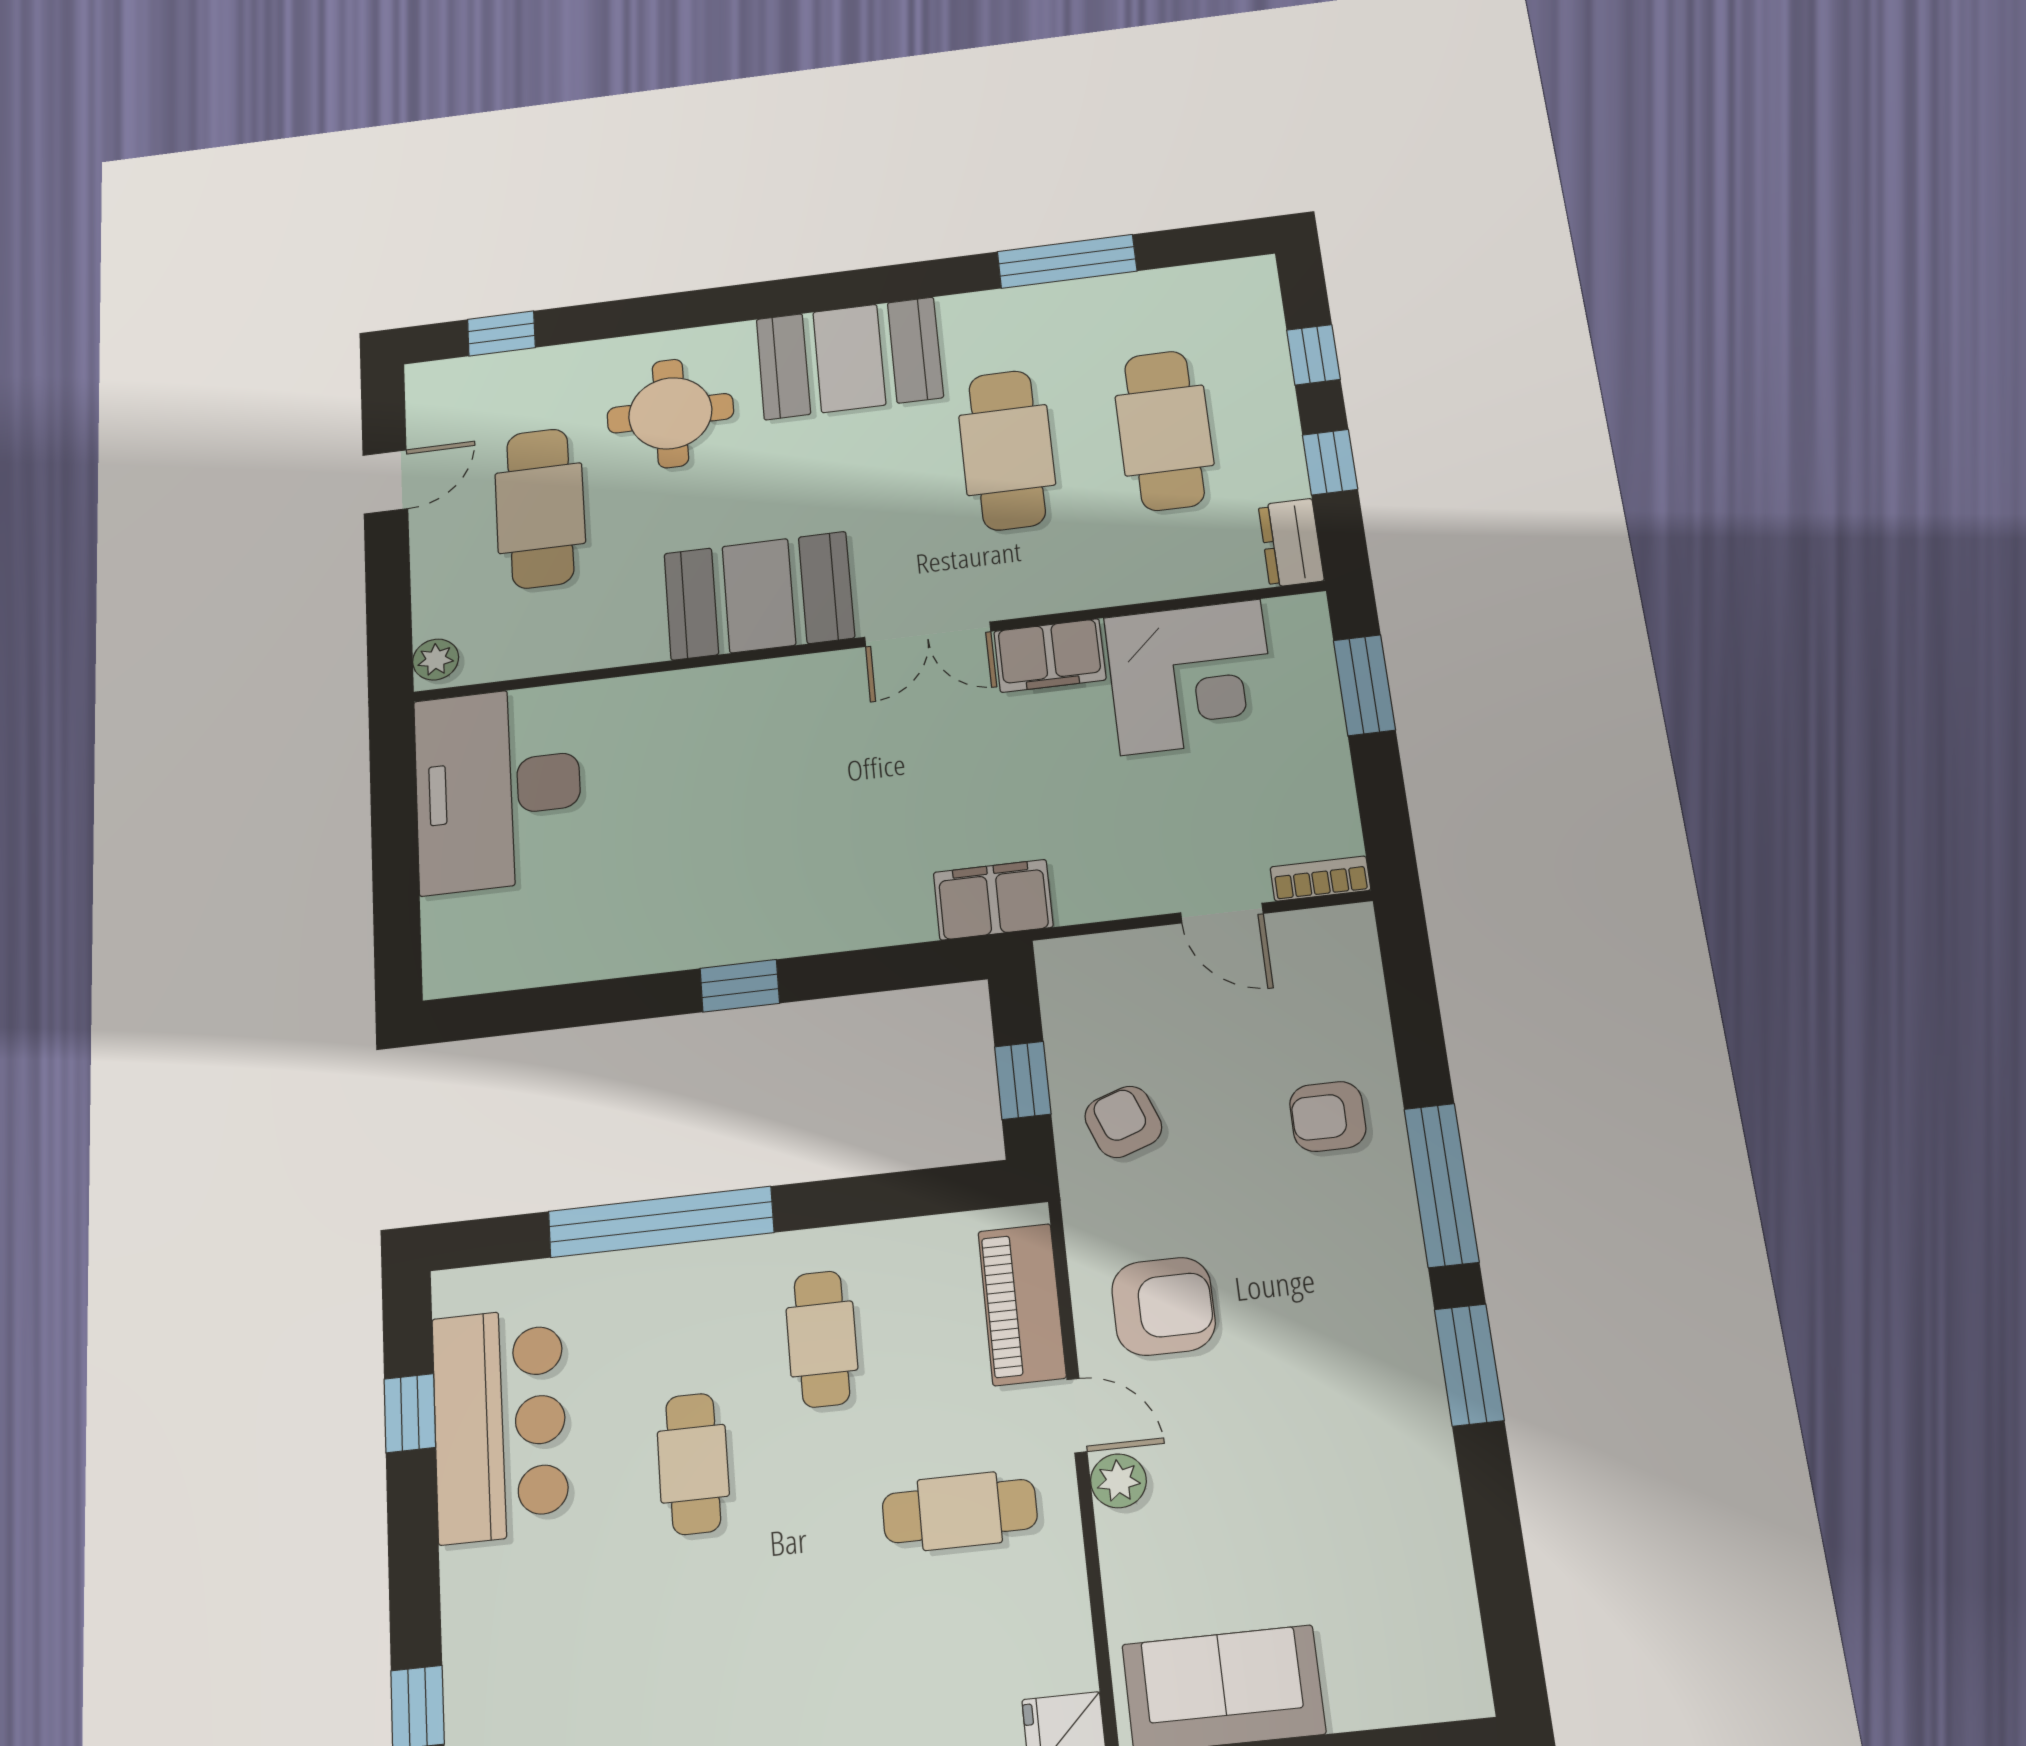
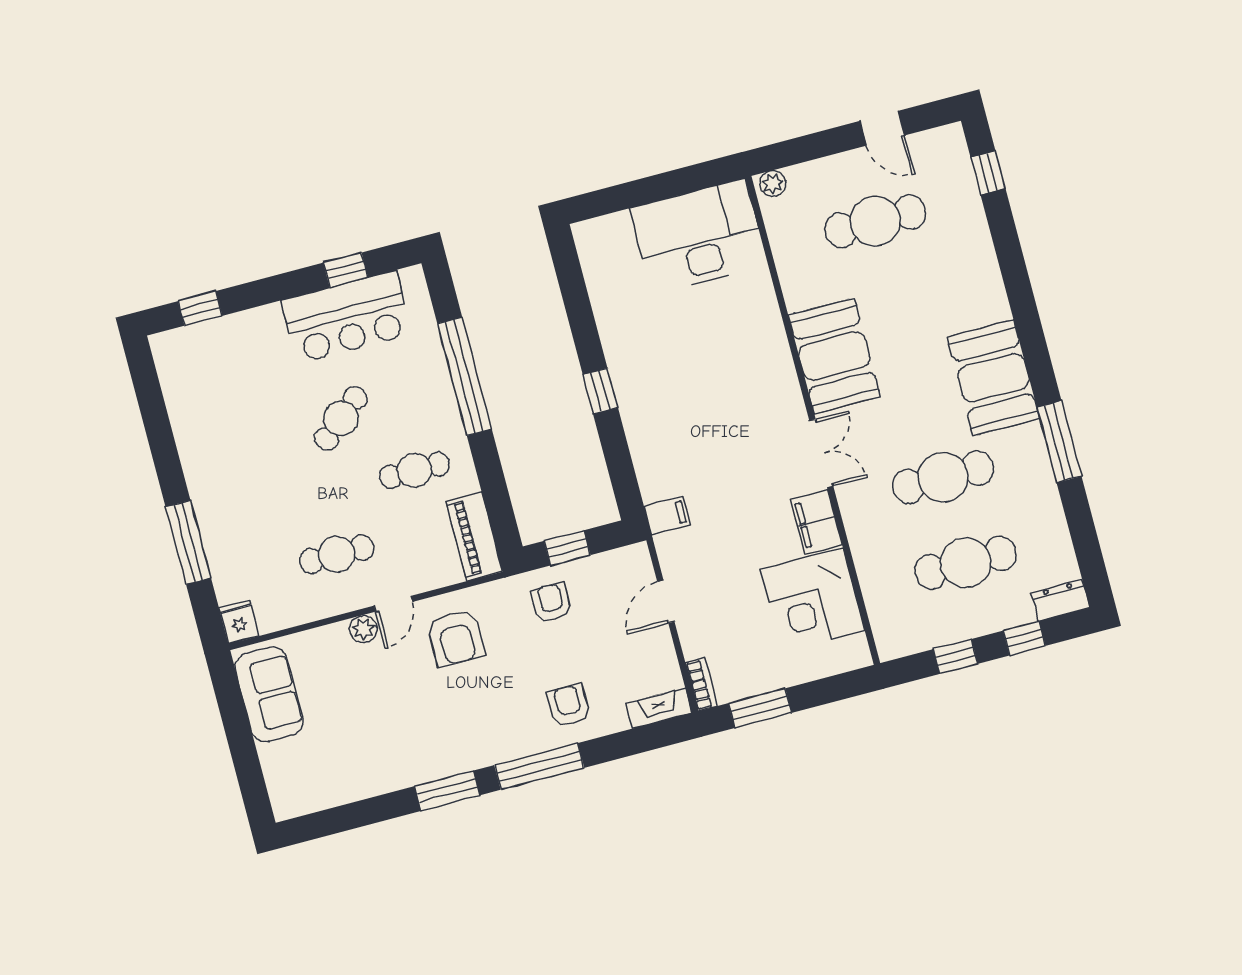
window: (1067, 261) -> (1059, 442), moved
round table: (670, 413) -> (946, 282), removed
dresser: (1291, 543) -> (1060, 600), moved
double door: (928, 634) -> (821, 453), swing flipped
window: (1364, 685) -> (760, 708), moved
filing cabinet: (993, 900) -> (667, 516), width x0.50
door: (1222, 913) -> (666, 602), moved
fireplace: (1356, 957) -> (659, 708), added
armchair: (1123, 1122) -> (551, 603), turned -70
piano: (1022, 1304) -> (474, 536), moved, turned -90
cafe table: (693, 1464) -> (341, 418), turned -40
cafe table: (960, 1511) -> (337, 554), turned 90

